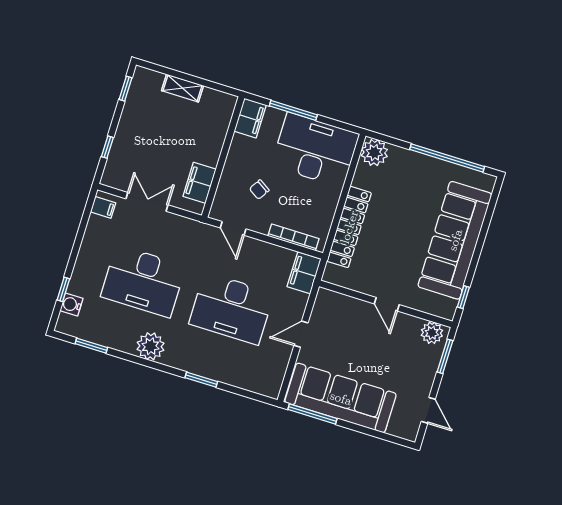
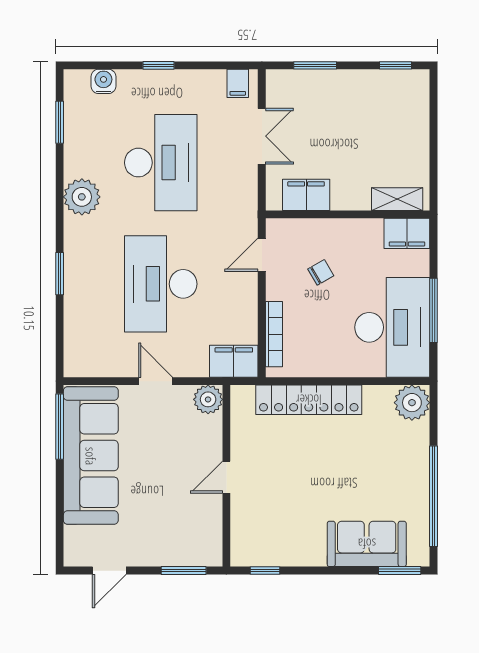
shelving: (183, 88) -> (397, 199), moved, turned 90
window: (293, 110) -> (434, 310), moved
window: (107, 147) -> (315, 65), width x1.50
chair: (259, 190) -> (321, 272), turned 118
window: (494, 199) -> (400, 571), added
sofa: (455, 240) -> (367, 544), width x0.54, depth x0.79
desk: (143, 281) -> (161, 163), turned 180
window: (63, 289) -> (159, 65), moved
plant: (432, 333) -> (208, 399), moved

